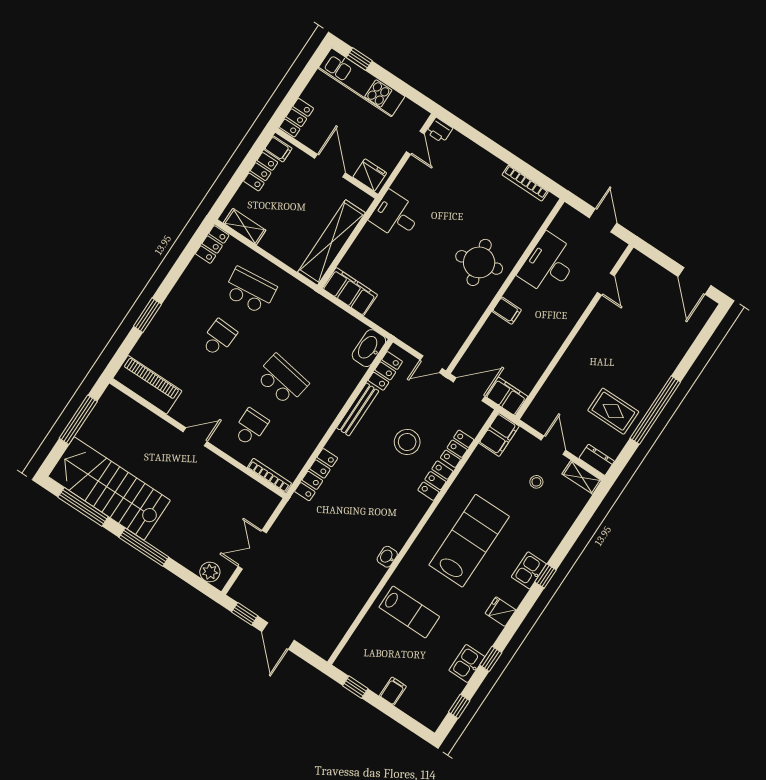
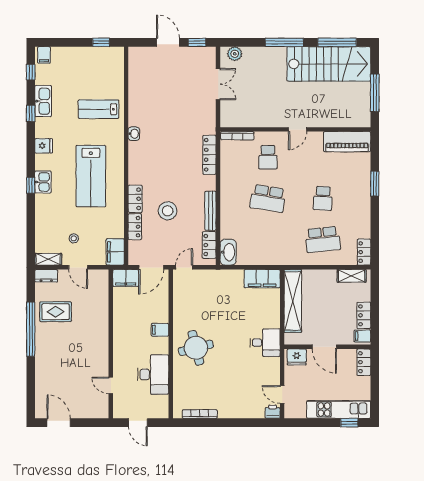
kitchen sink: (467, 664) -> (43, 101), width x1.38
filing cabinet: (393, 691) -> (44, 55), moved

